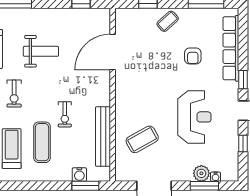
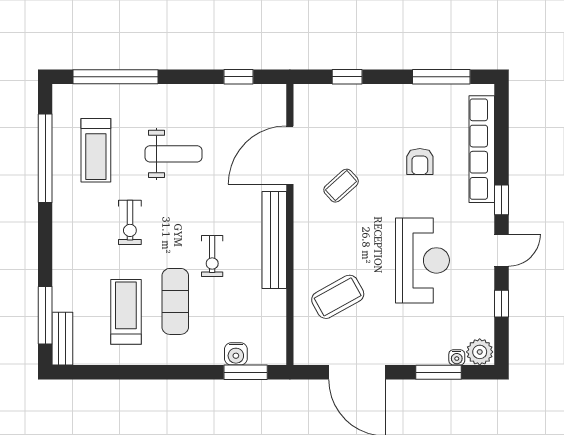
coffee table: (168, 21) -> (341, 186), moved
bench: (103, 137) -> (274, 240), moved
plant: (201, 173) -> (480, 352), moved

